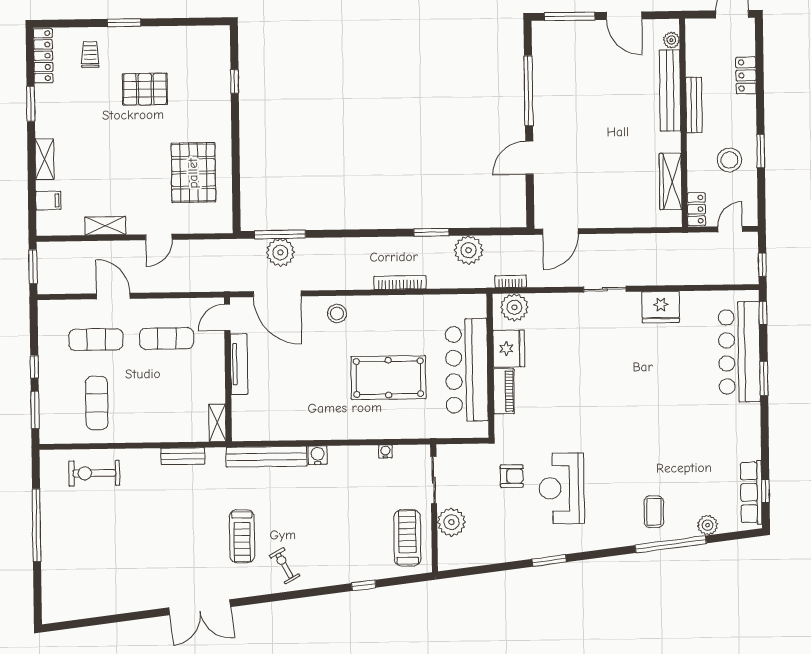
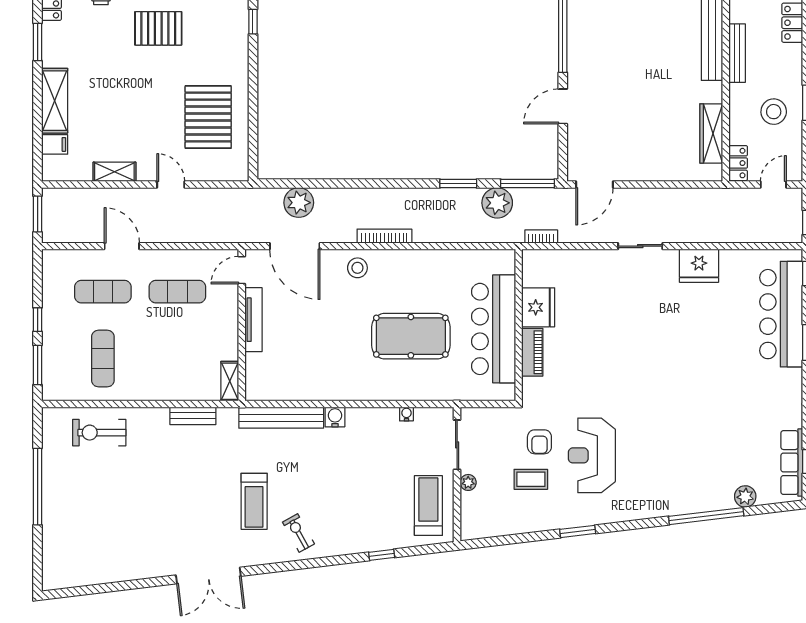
shelving: (45, 159) -> (55, 101), width x1.50, depth x1.33
window: (280, 234) -> (528, 184), moved
door: (159, 237) -> (171, 185), swing flipped
bookcase: (400, 283) -> (384, 236), moved
plant: (514, 307) -> (545, 264), removed
armchair: (512, 476) -> (539, 442), turned 90
coffee table: (654, 512) -> (531, 479), moved, turned 90
plant: (451, 522) -> (468, 482), width x0.53, depth x0.53

